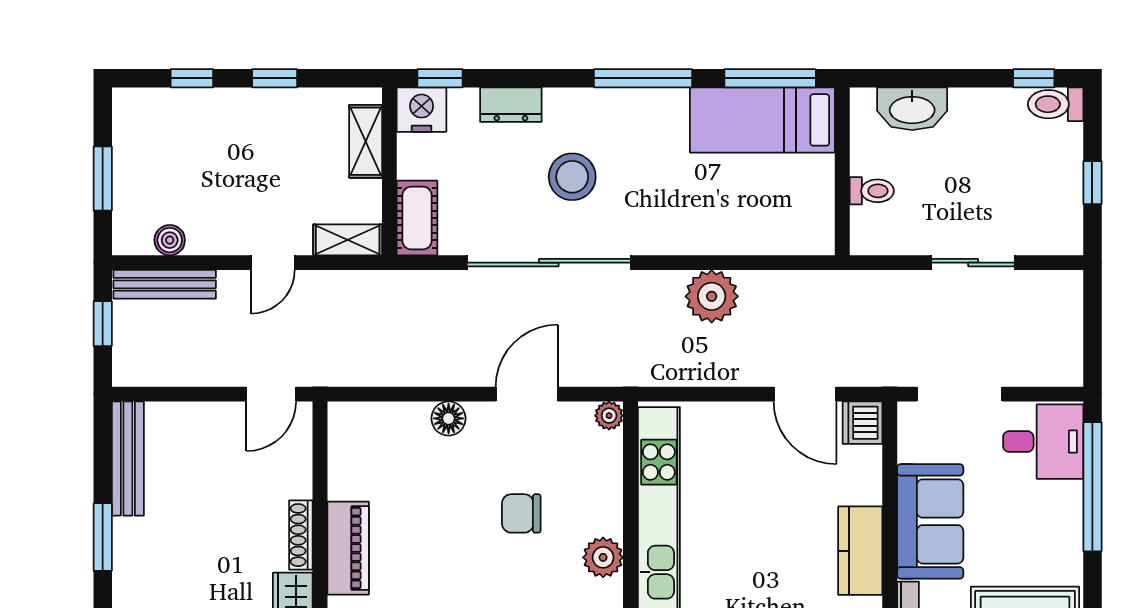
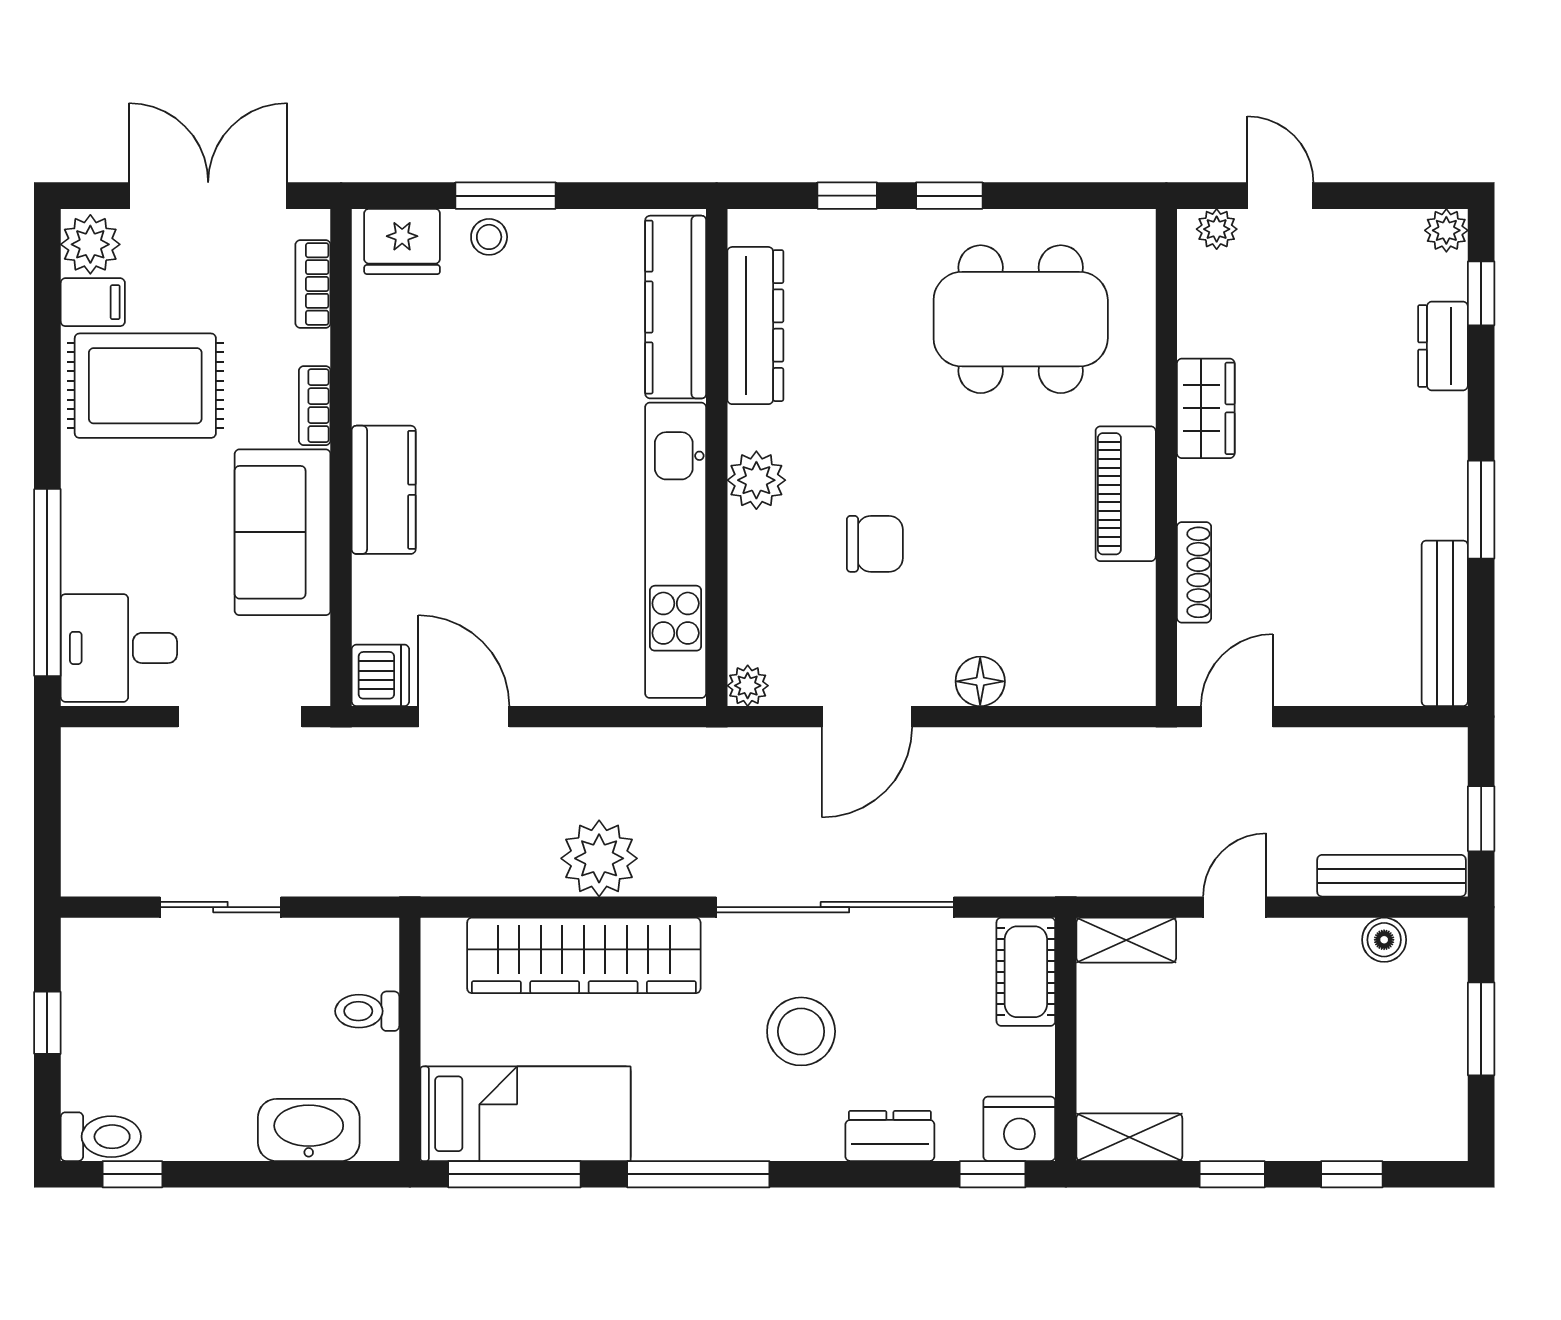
shelving: (366, 141) -> (1129, 1137), moved, turned 90
wardrobe: (722, 229) -> (584, 955), added
shoe rack: (301, 535) -> (1194, 572), moved

